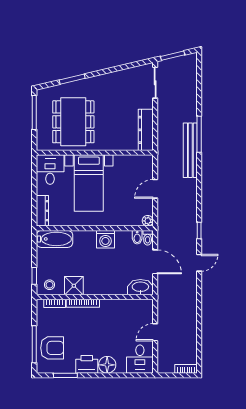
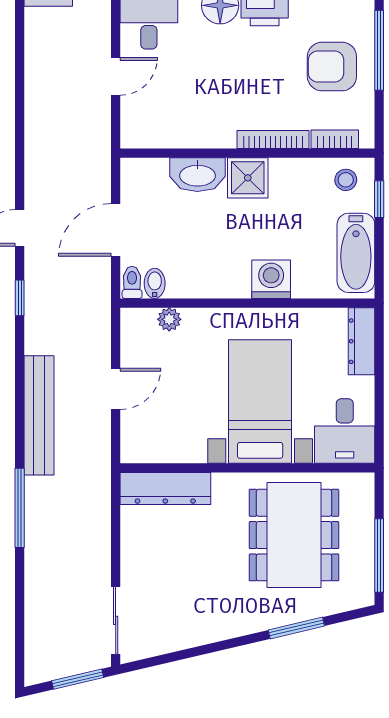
dresser: (146, 130) -> (165, 488), moved, turned 90
bench: (190, 150) -> (39, 415), moved
plant: (148, 221) -> (169, 319), moved
bathtub: (54, 239) -> (356, 253), moved, turned -90
washing machine: (105, 239) -> (271, 279), moved
door: (155, 262) -> (116, 230), hinge flipped
shower: (74, 286) -> (248, 178), moved
washbasin: (140, 287) -> (197, 175), moved
armchair: (52, 348) -> (332, 67), moved

